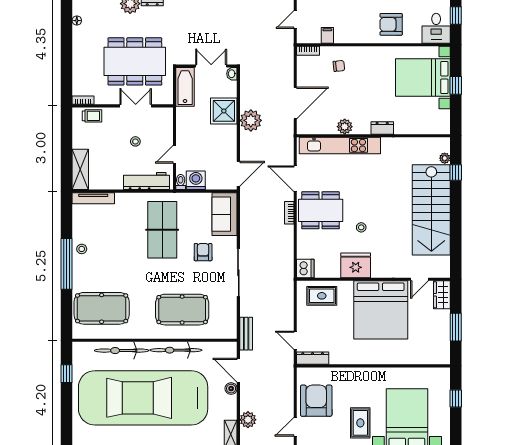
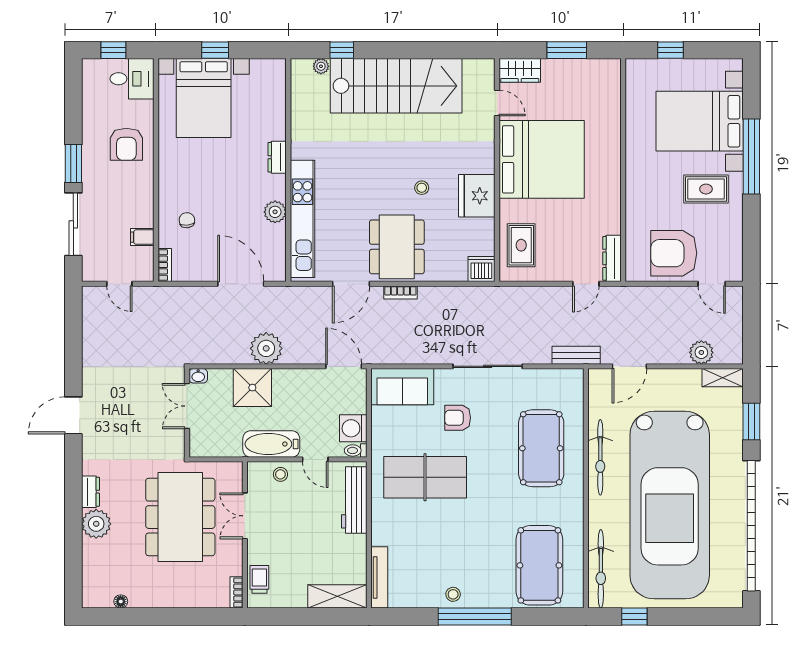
bathtub: (185, 87) -> (271, 444), moved
stool: (135, 141) -> (280, 474), moved
bicycle: (122, 351) -> (601, 569), moved
boiler: (231, 389) -> (656, 377), removed

